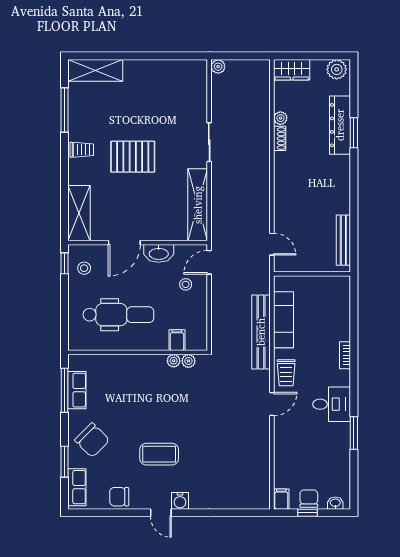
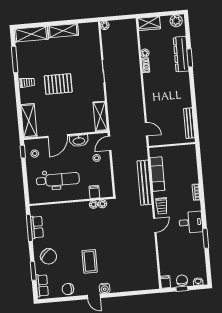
shelving: (149, 69) -> (63, 31), added
shelving: (198, 205) -> (100, 116), width x0.68
coffee table: (159, 454) -> (90, 261), turned 90

